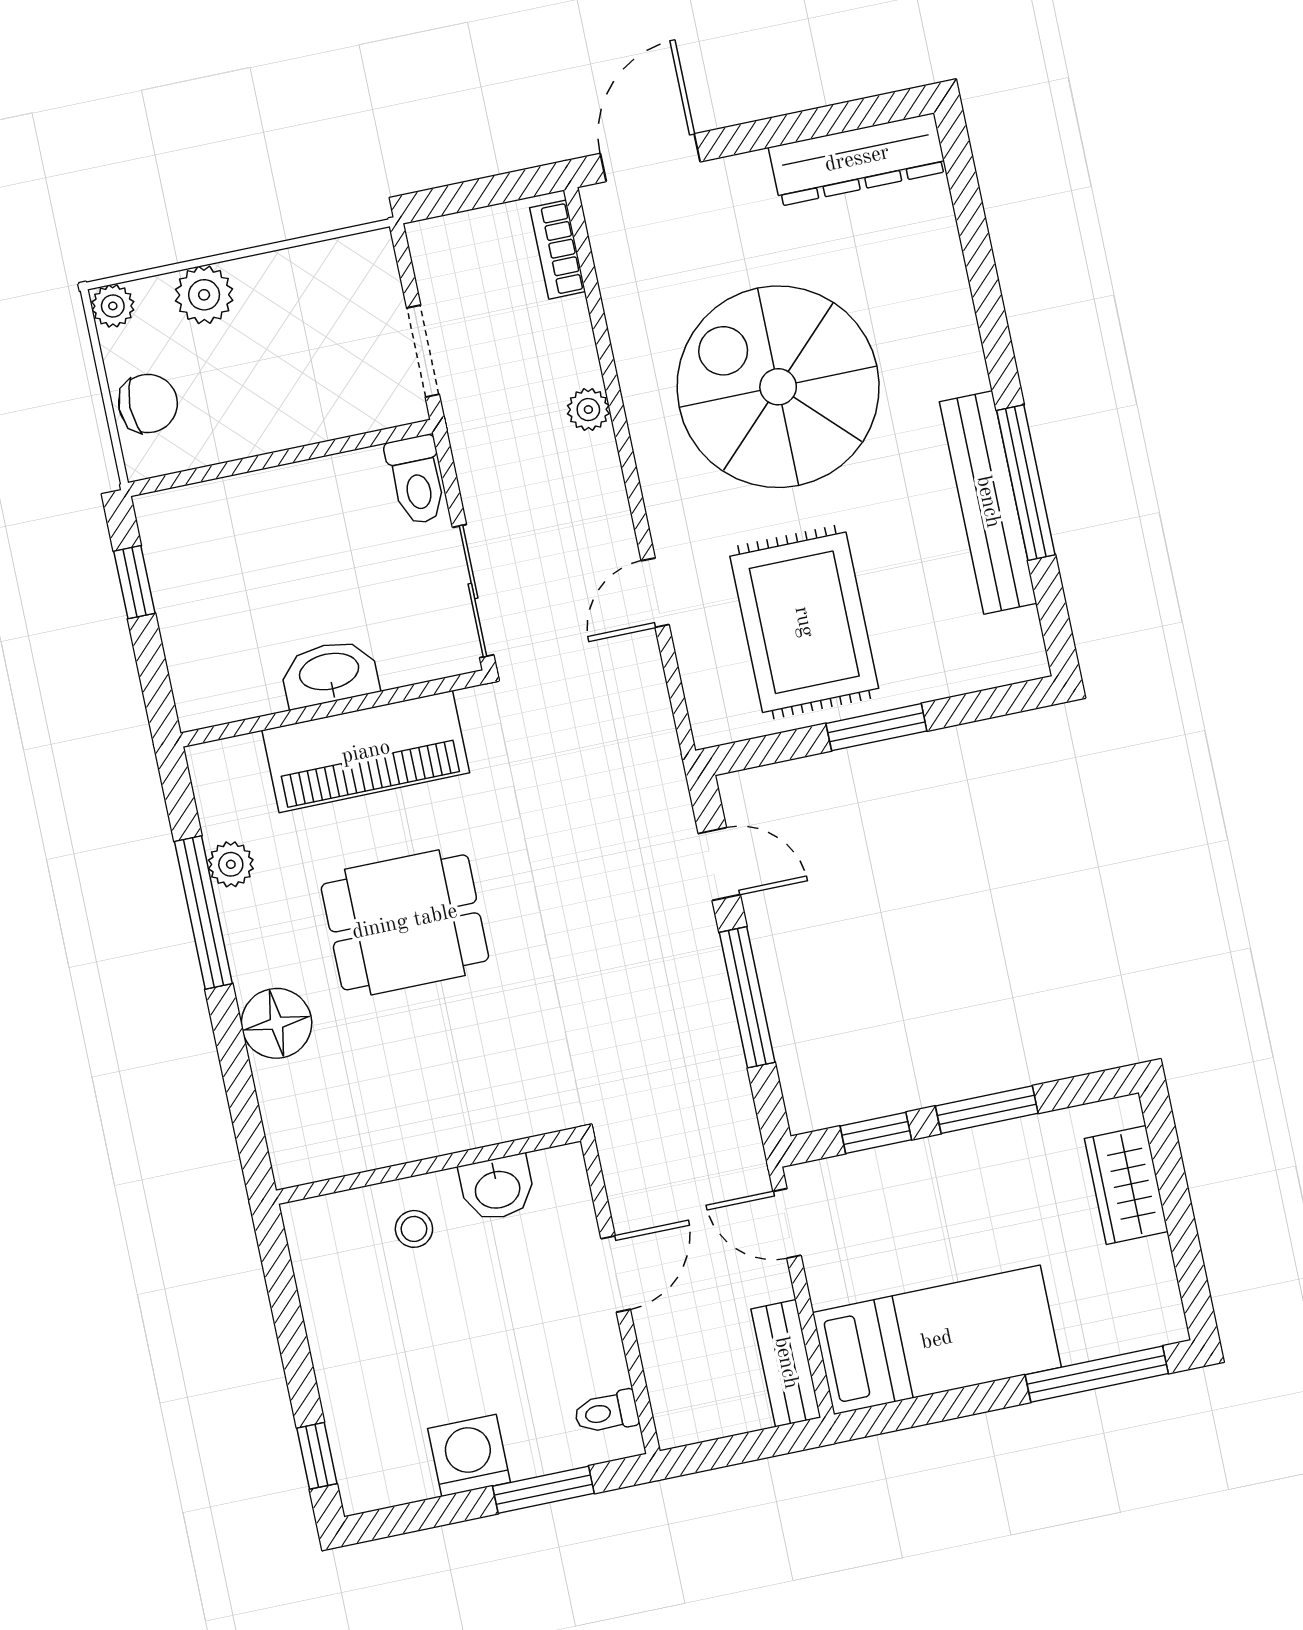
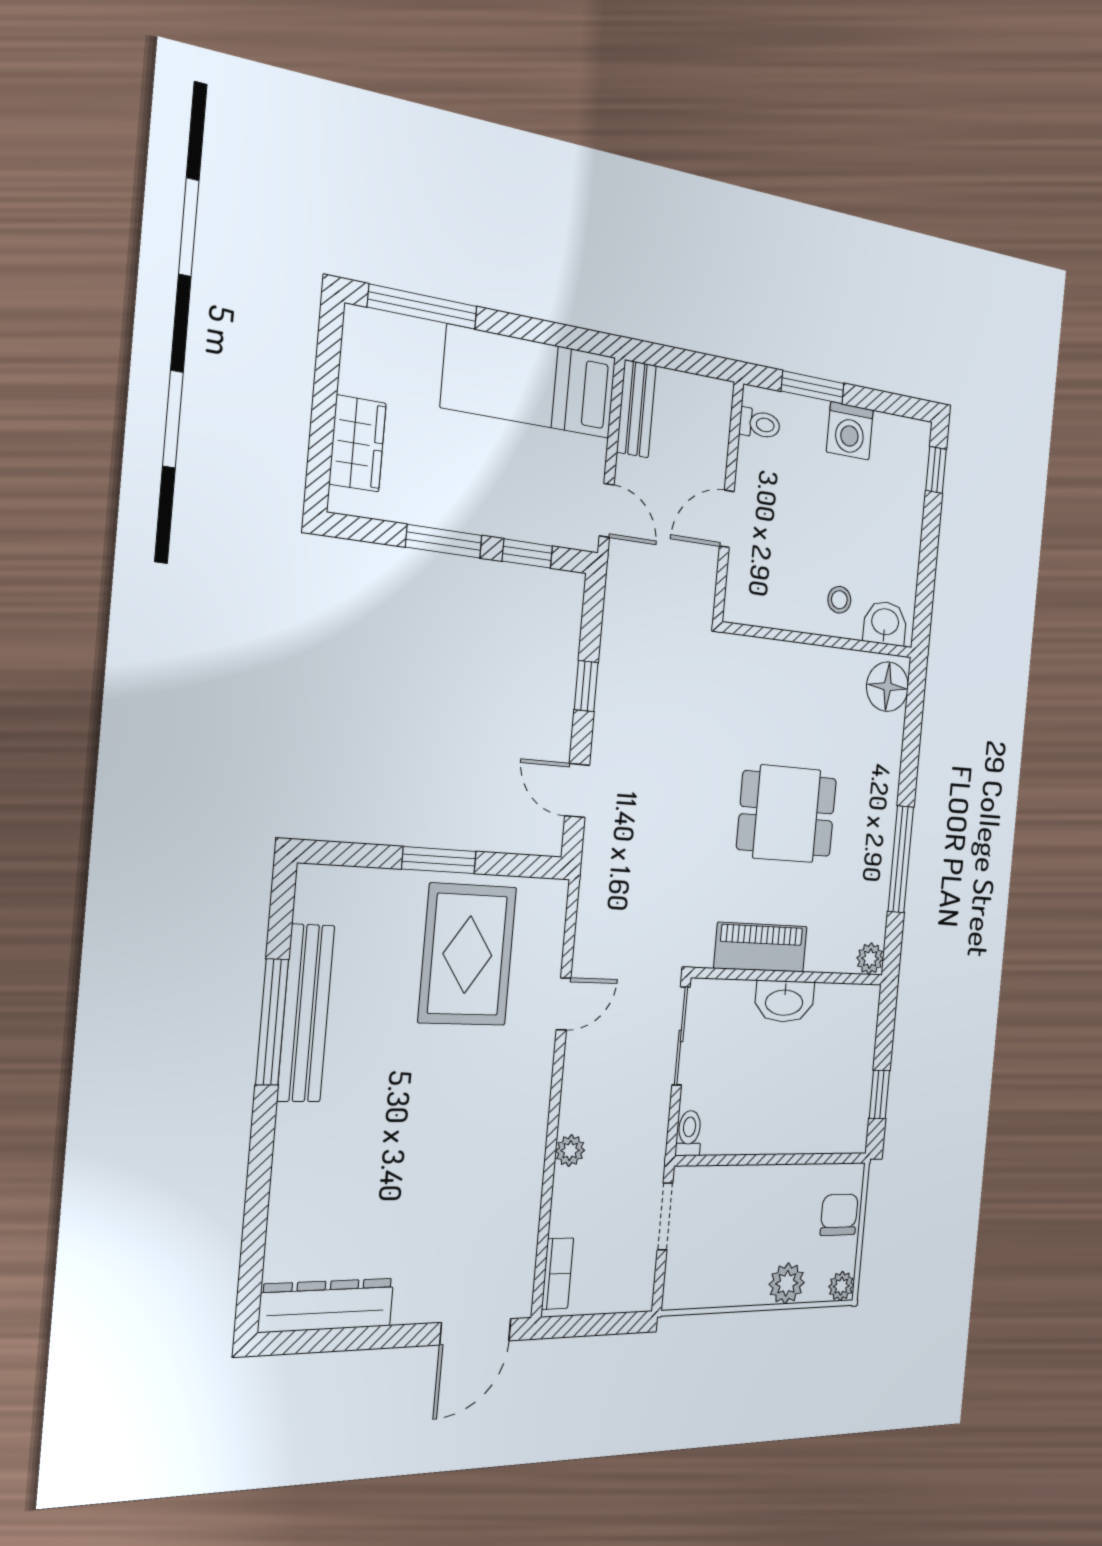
spiral stairs: (778, 387) -> (435, 1139), removed
chair: (148, 403) -> (839, 1215), turned 90
toilet: (417, 480) -> (689, 1133), width x0.73, depth x0.72
piano: (366, 752) -> (761, 947), width x0.73, depth x0.75
plant: (231, 864) -> (870, 959), moved
window: (747, 997) -> (586, 686), width x0.46
floor lamp: (277, 1023) -> (887, 687), moved
washbasin: (497, 1188) -> (885, 623), moved

